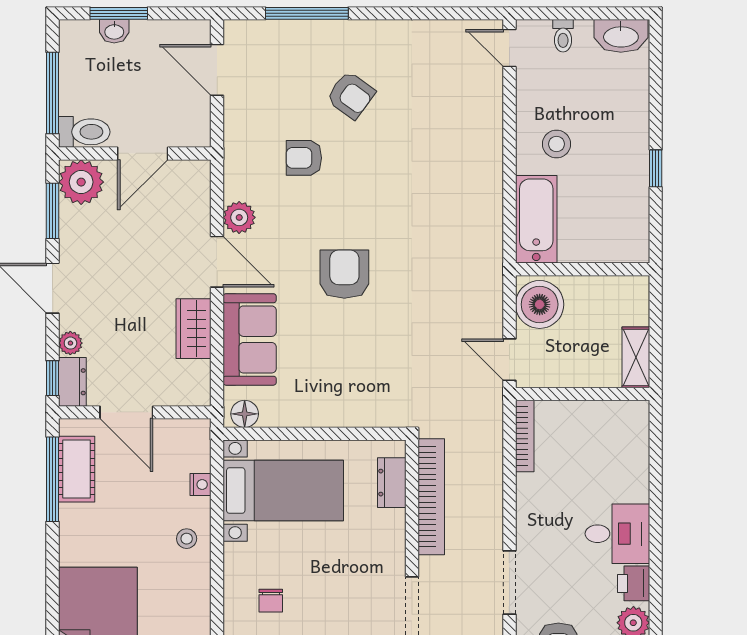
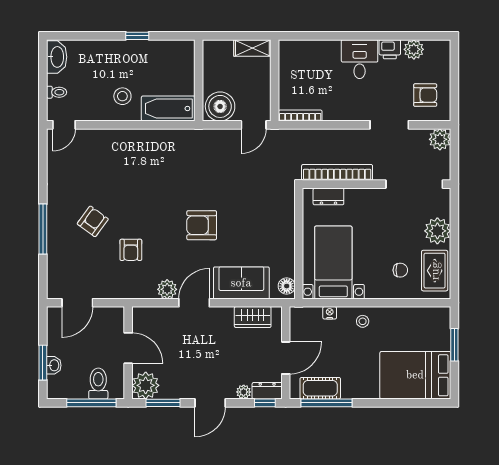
window: (307, 13) -> (43, 229), moved
toilet: (84, 132) -> (98, 384), moved
wardrobe: (194, 329) -> (253, 317), moved

